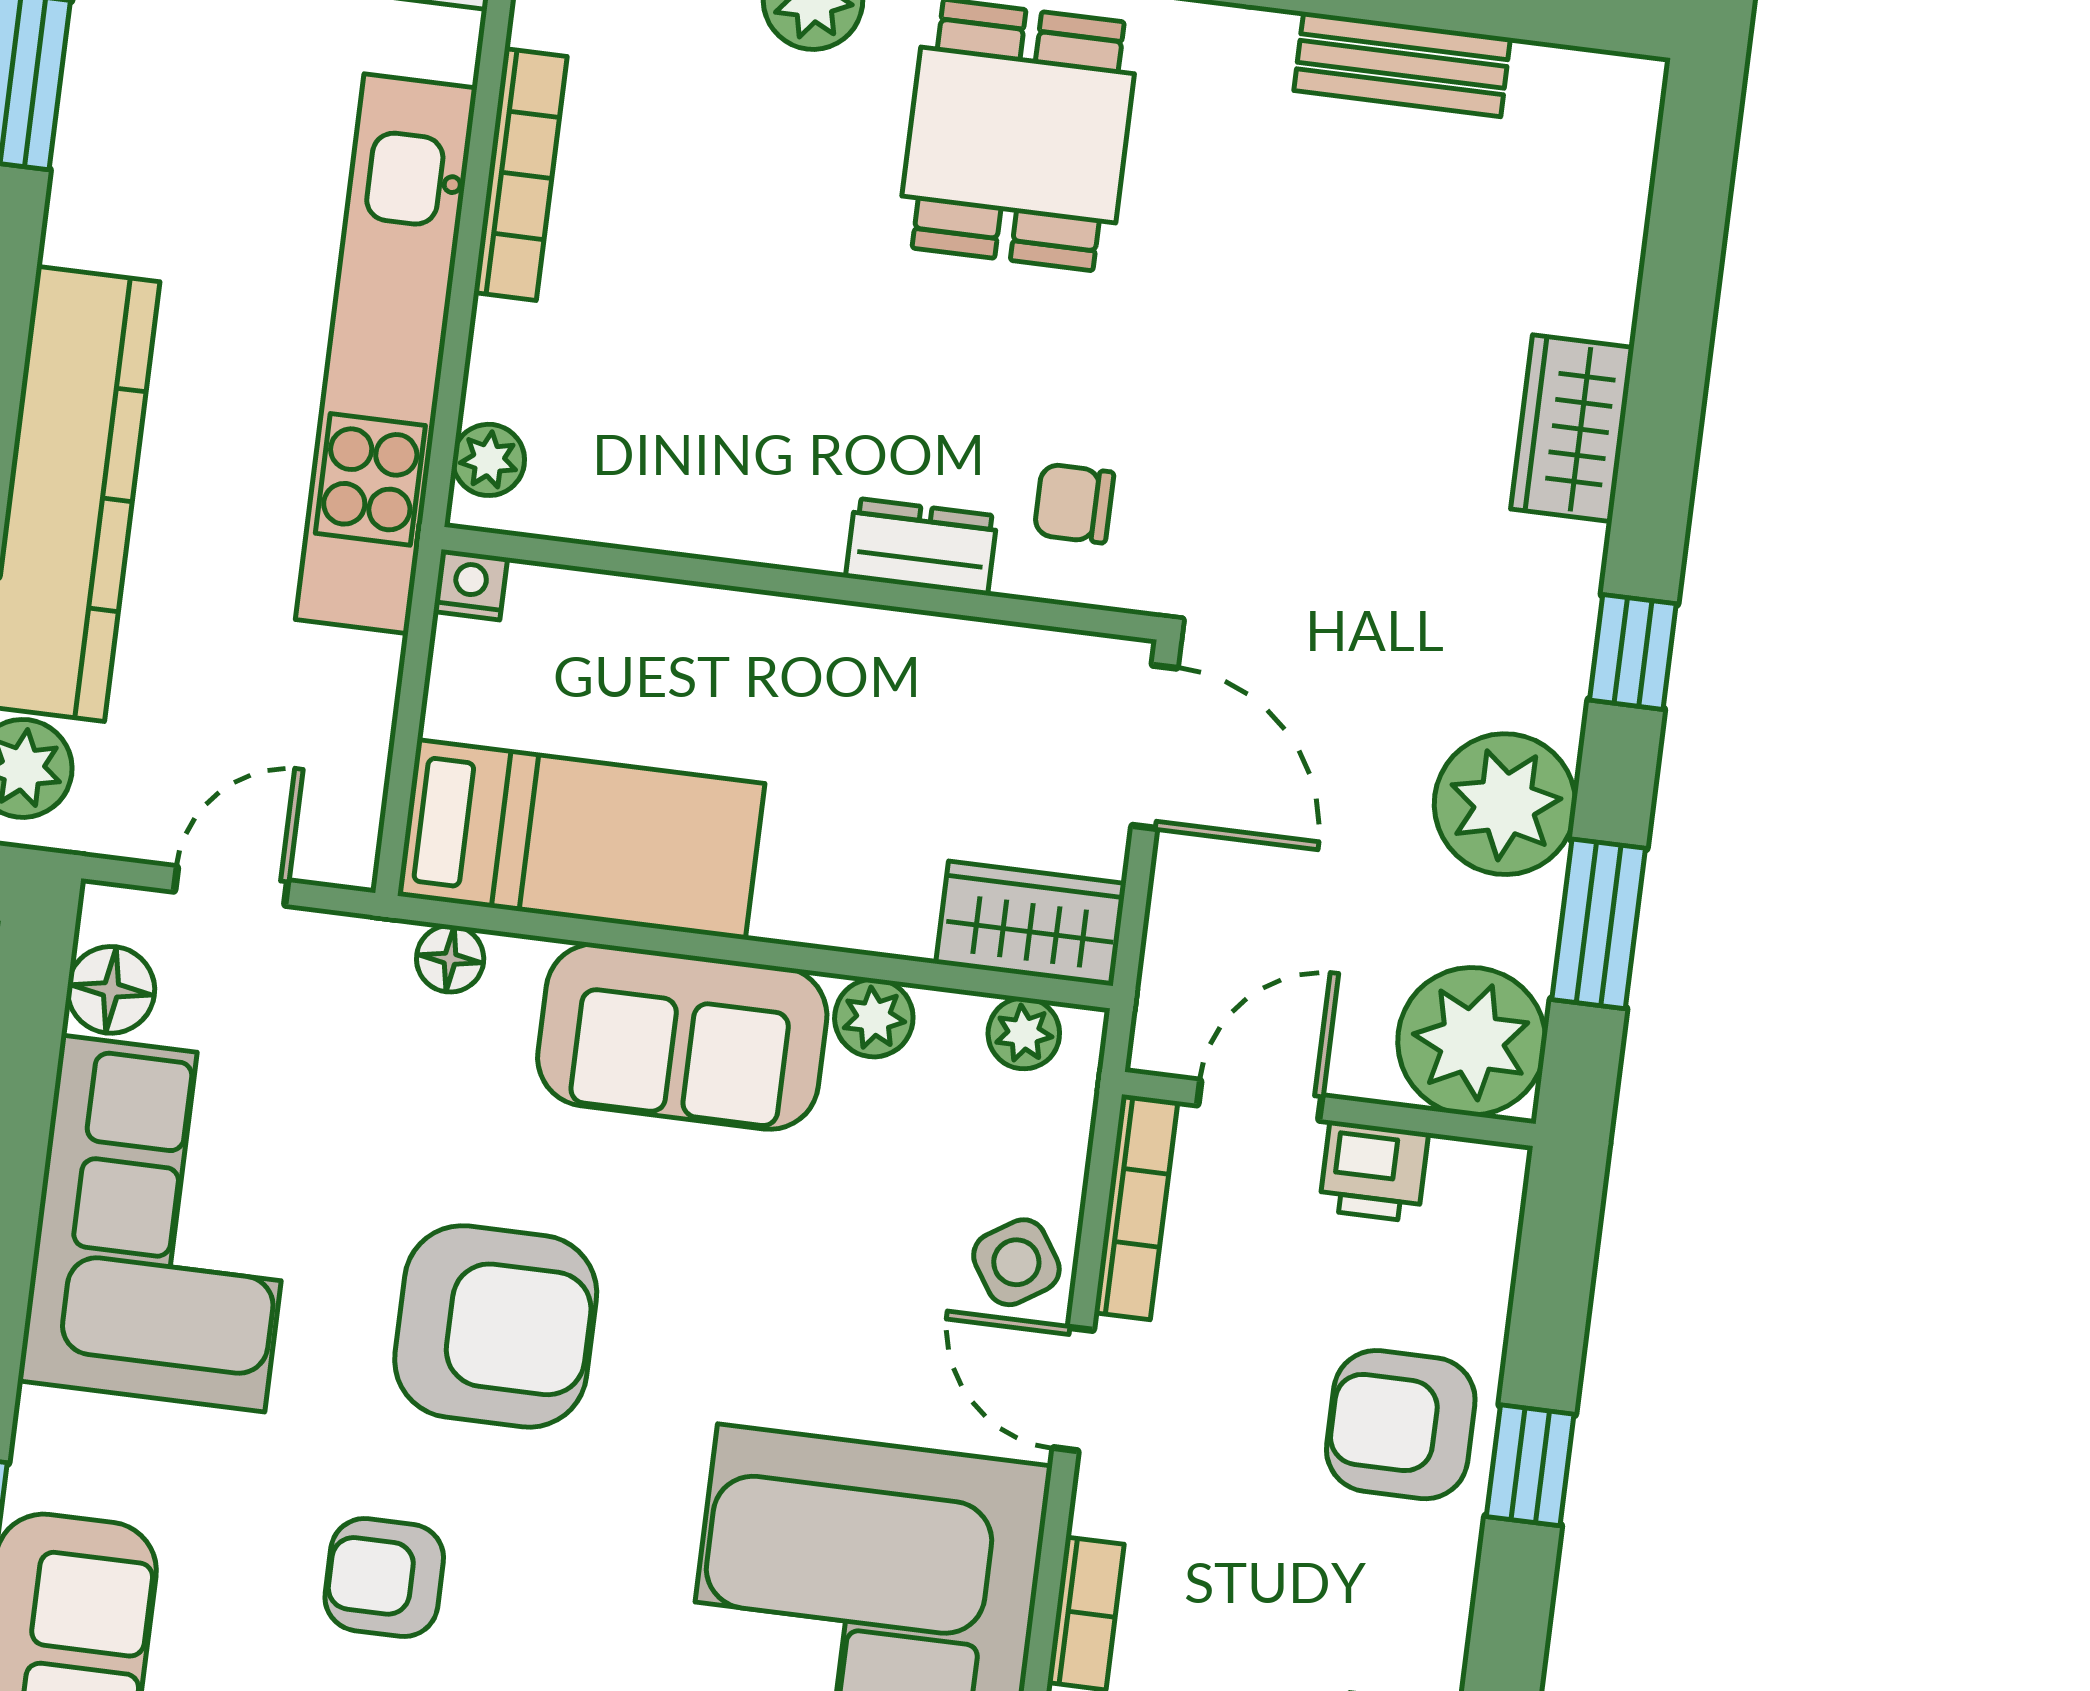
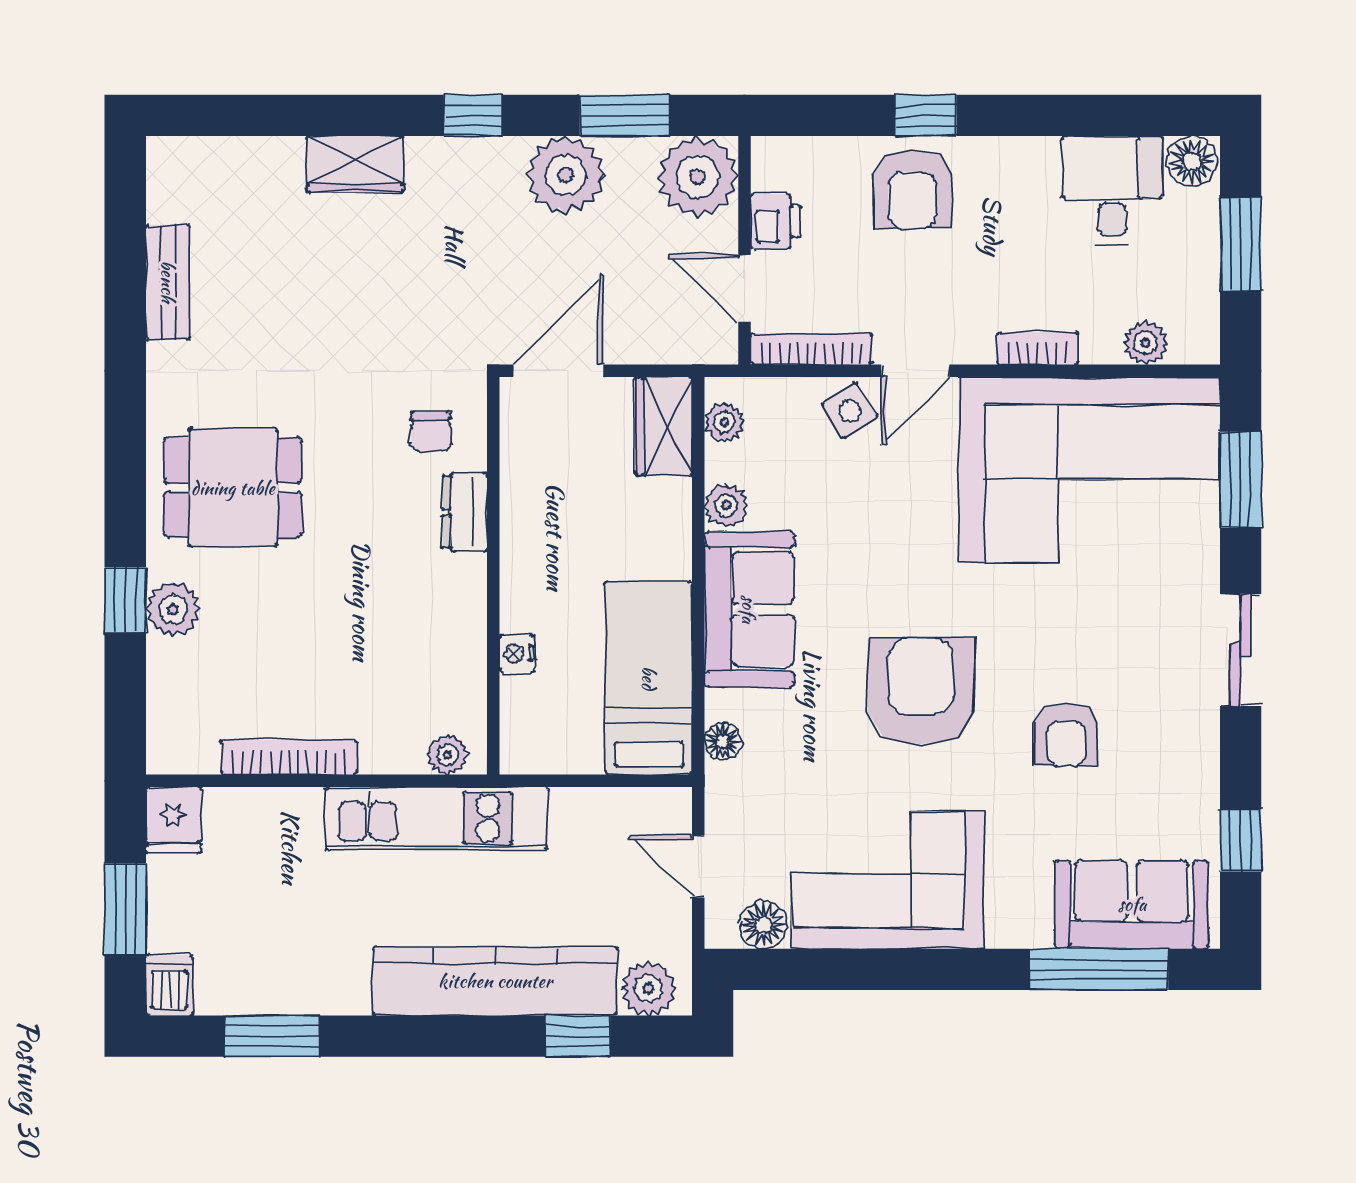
kitchen unit: (386, 354) -> (437, 818), width x0.73
nightstand: (470, 585) -> (517, 653), moved

